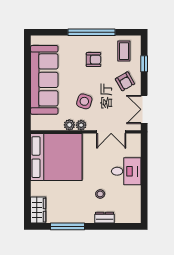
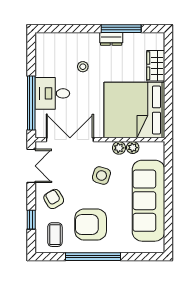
armchair: (94, 60) -> (91, 225), width x1.88, depth x1.88
plant: (81, 125) -> (133, 148), moved
double door: (111, 132) -> (70, 140), width x1.37
window: (144, 163) -> (31, 103), added
wardrobe: (38, 210) -> (156, 66), moved
dresser: (105, 218) -> (111, 39), moved

